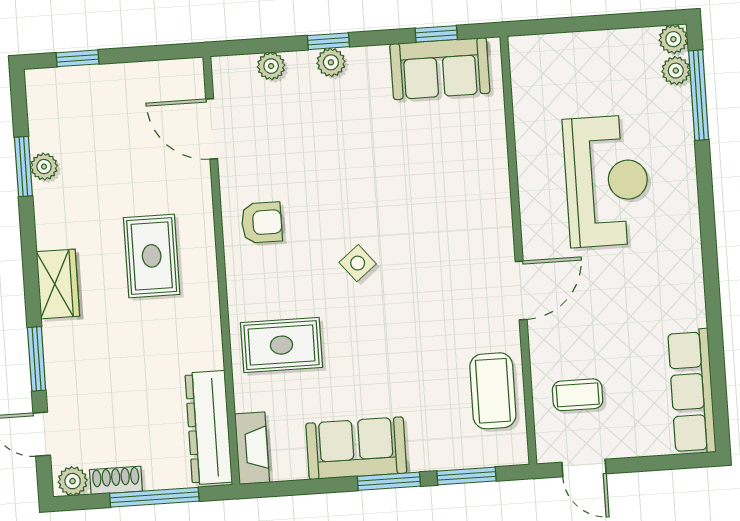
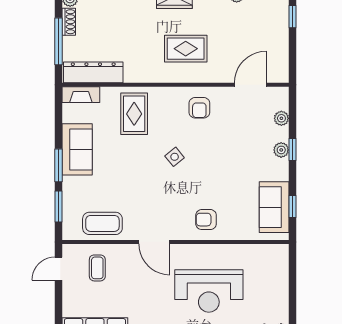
armchair: (472, 196) -> (206, 220), added

